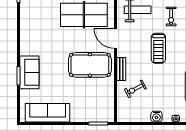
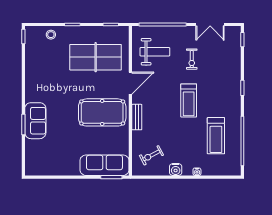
door: (116, 38) -> (130, 83), swing flipped
treadmill: (158, 48) -> (189, 100), moved
exercise bike: (135, 89) -> (151, 155), moved
sofa: (48, 113) -> (104, 165), moved

